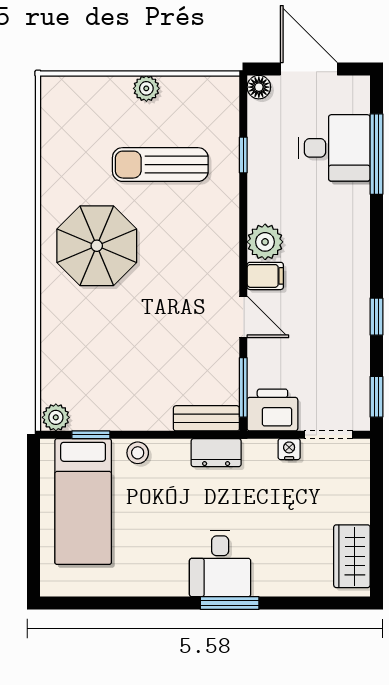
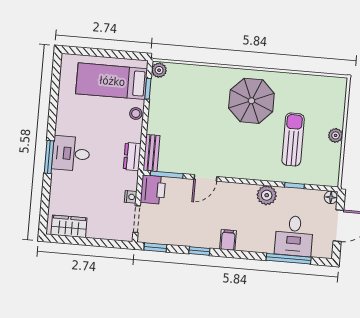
plant: (265, 242) -> (267, 195), moved
filing cabinet: (265, 276) -> (228, 240), moved, turned 180

